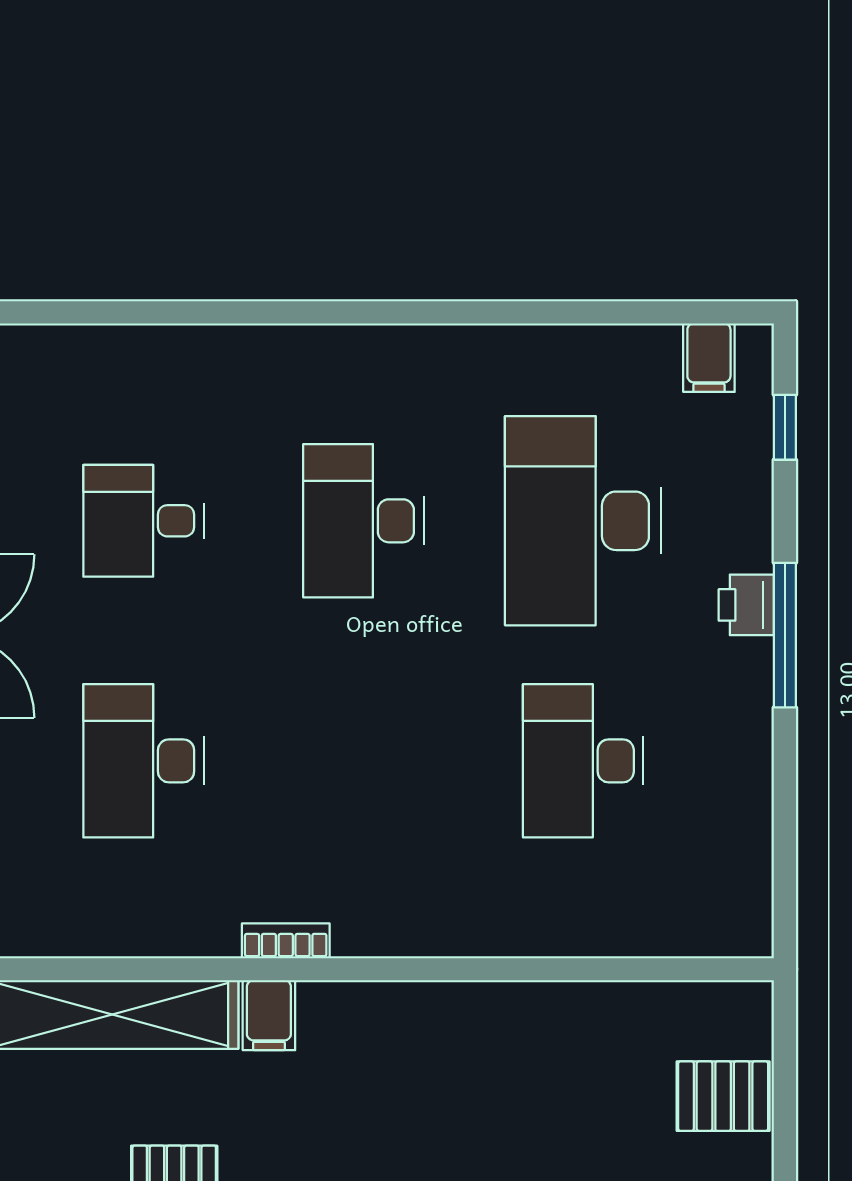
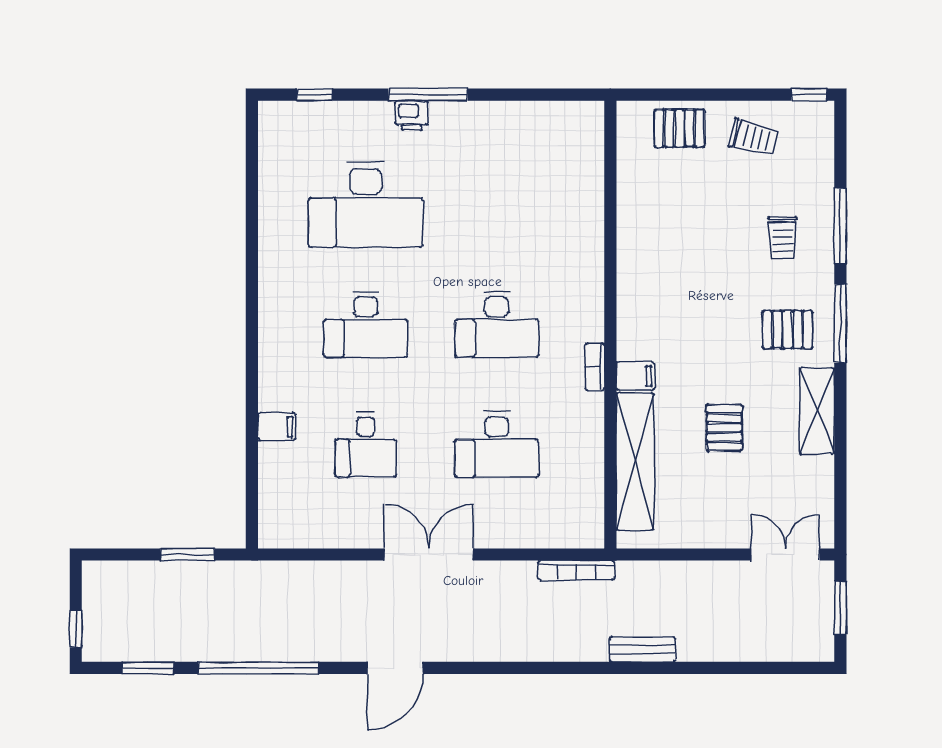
filing cabinet: (709, 358) -> (277, 427), moved
desk: (583, 761) -> (497, 325), moved
pallet: (723, 1096) -> (680, 128), turned 90

